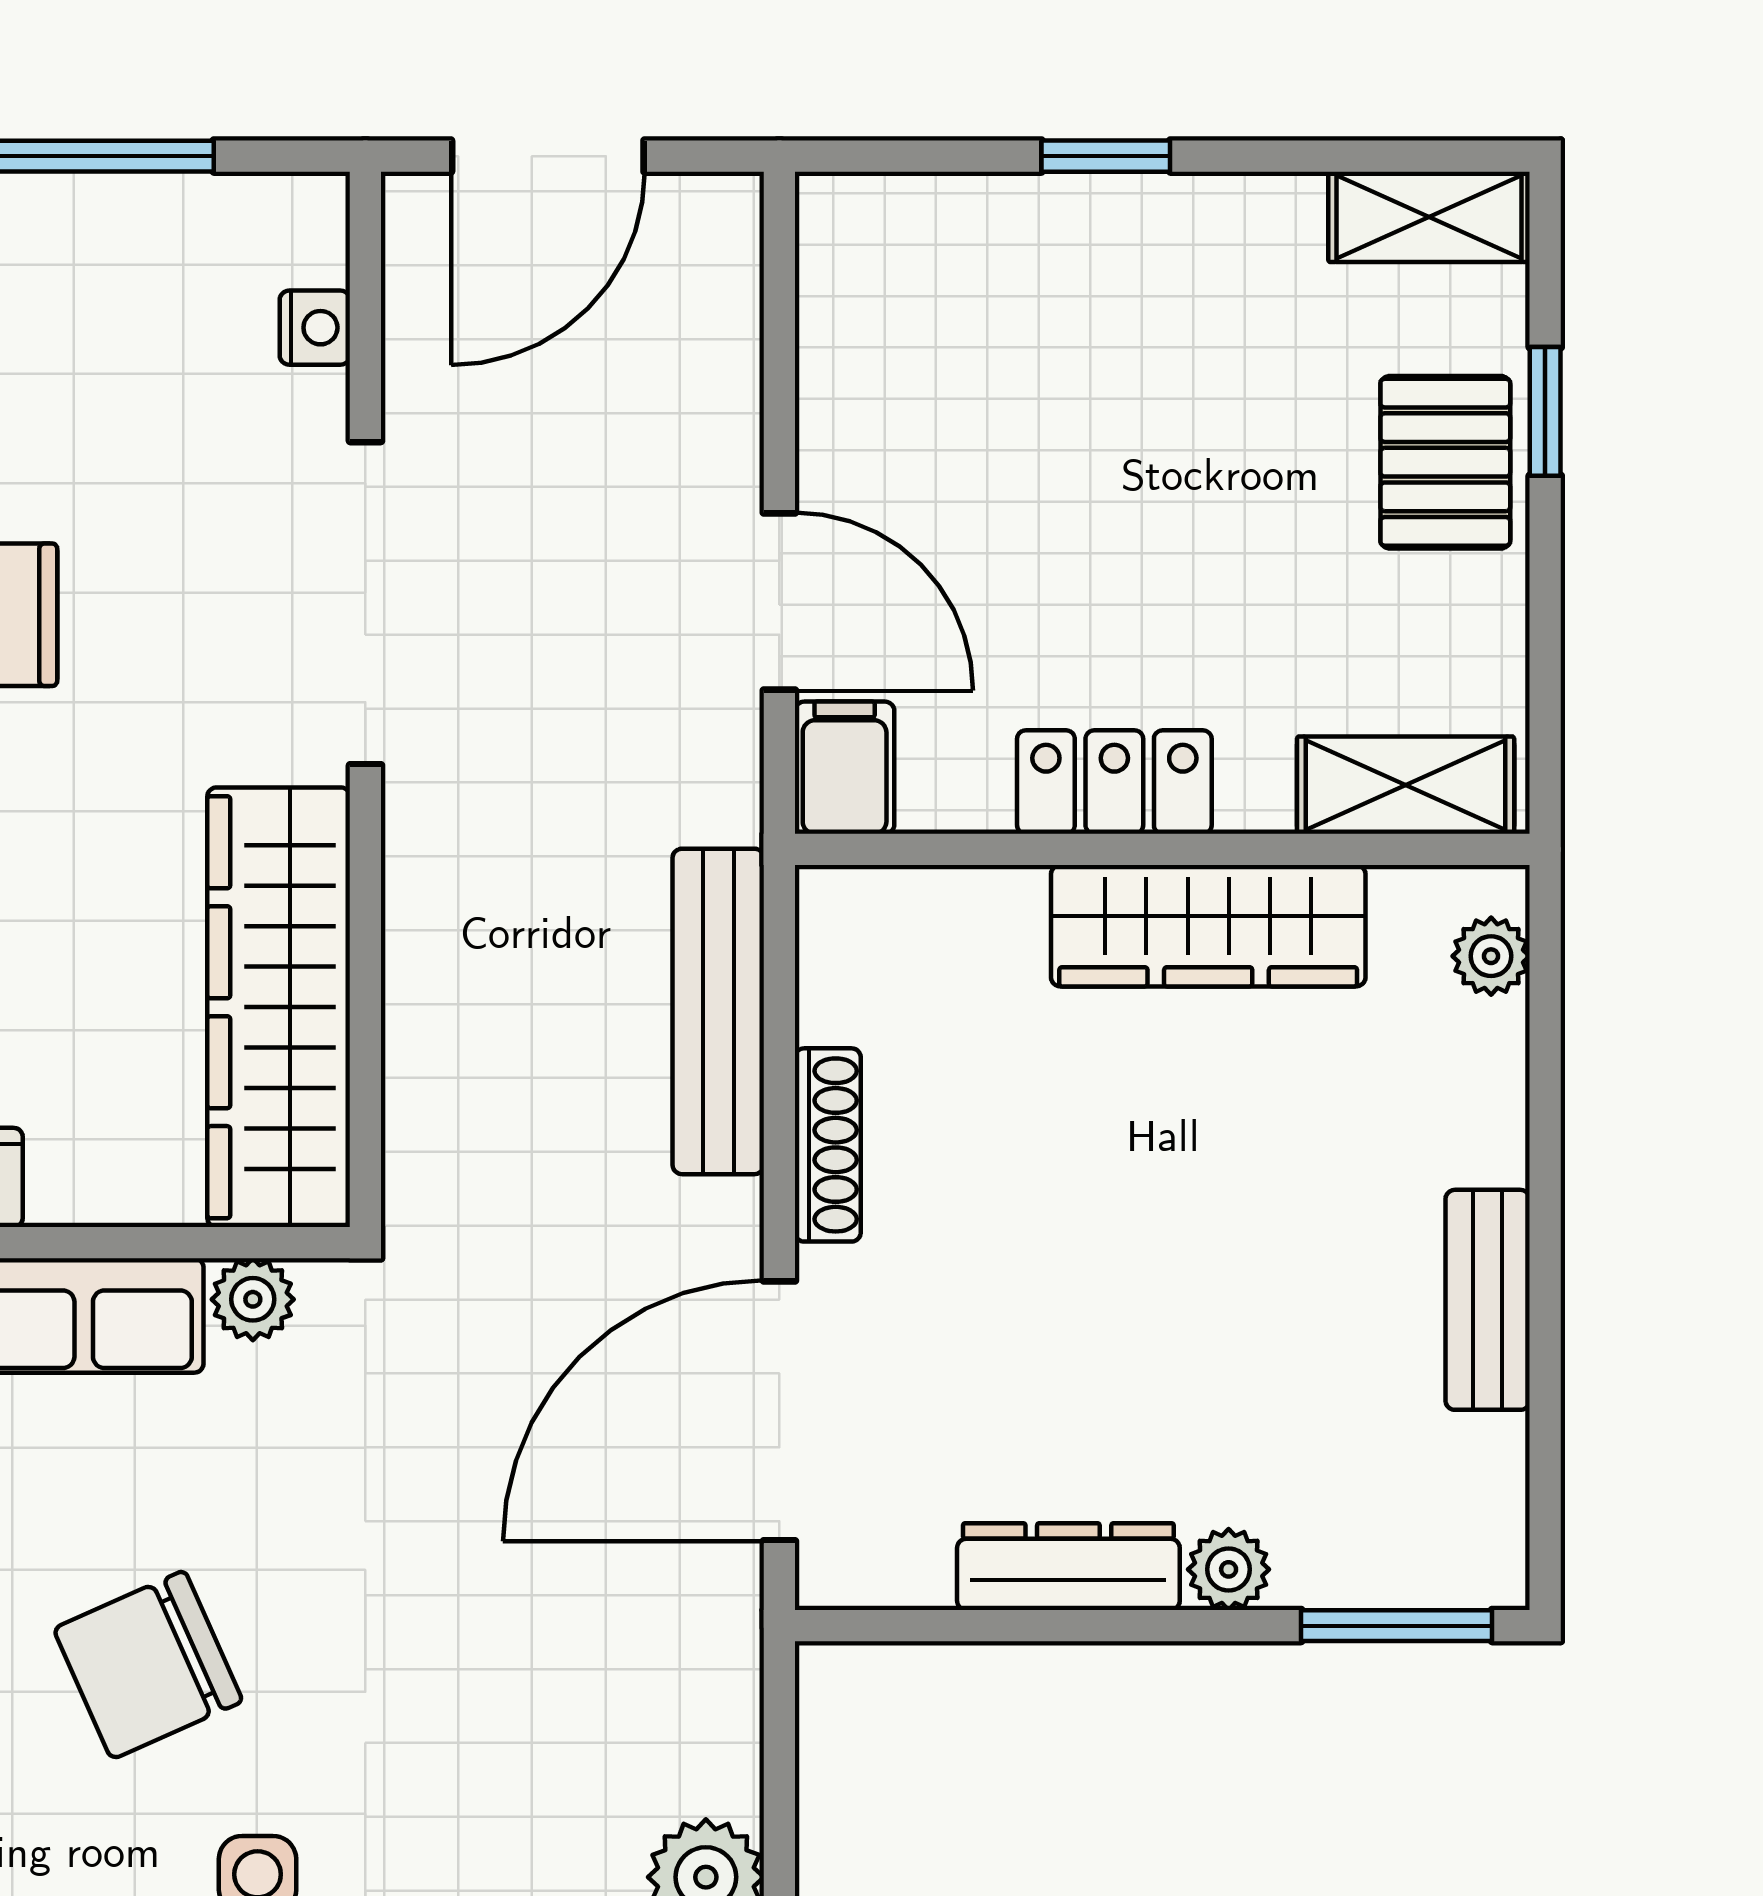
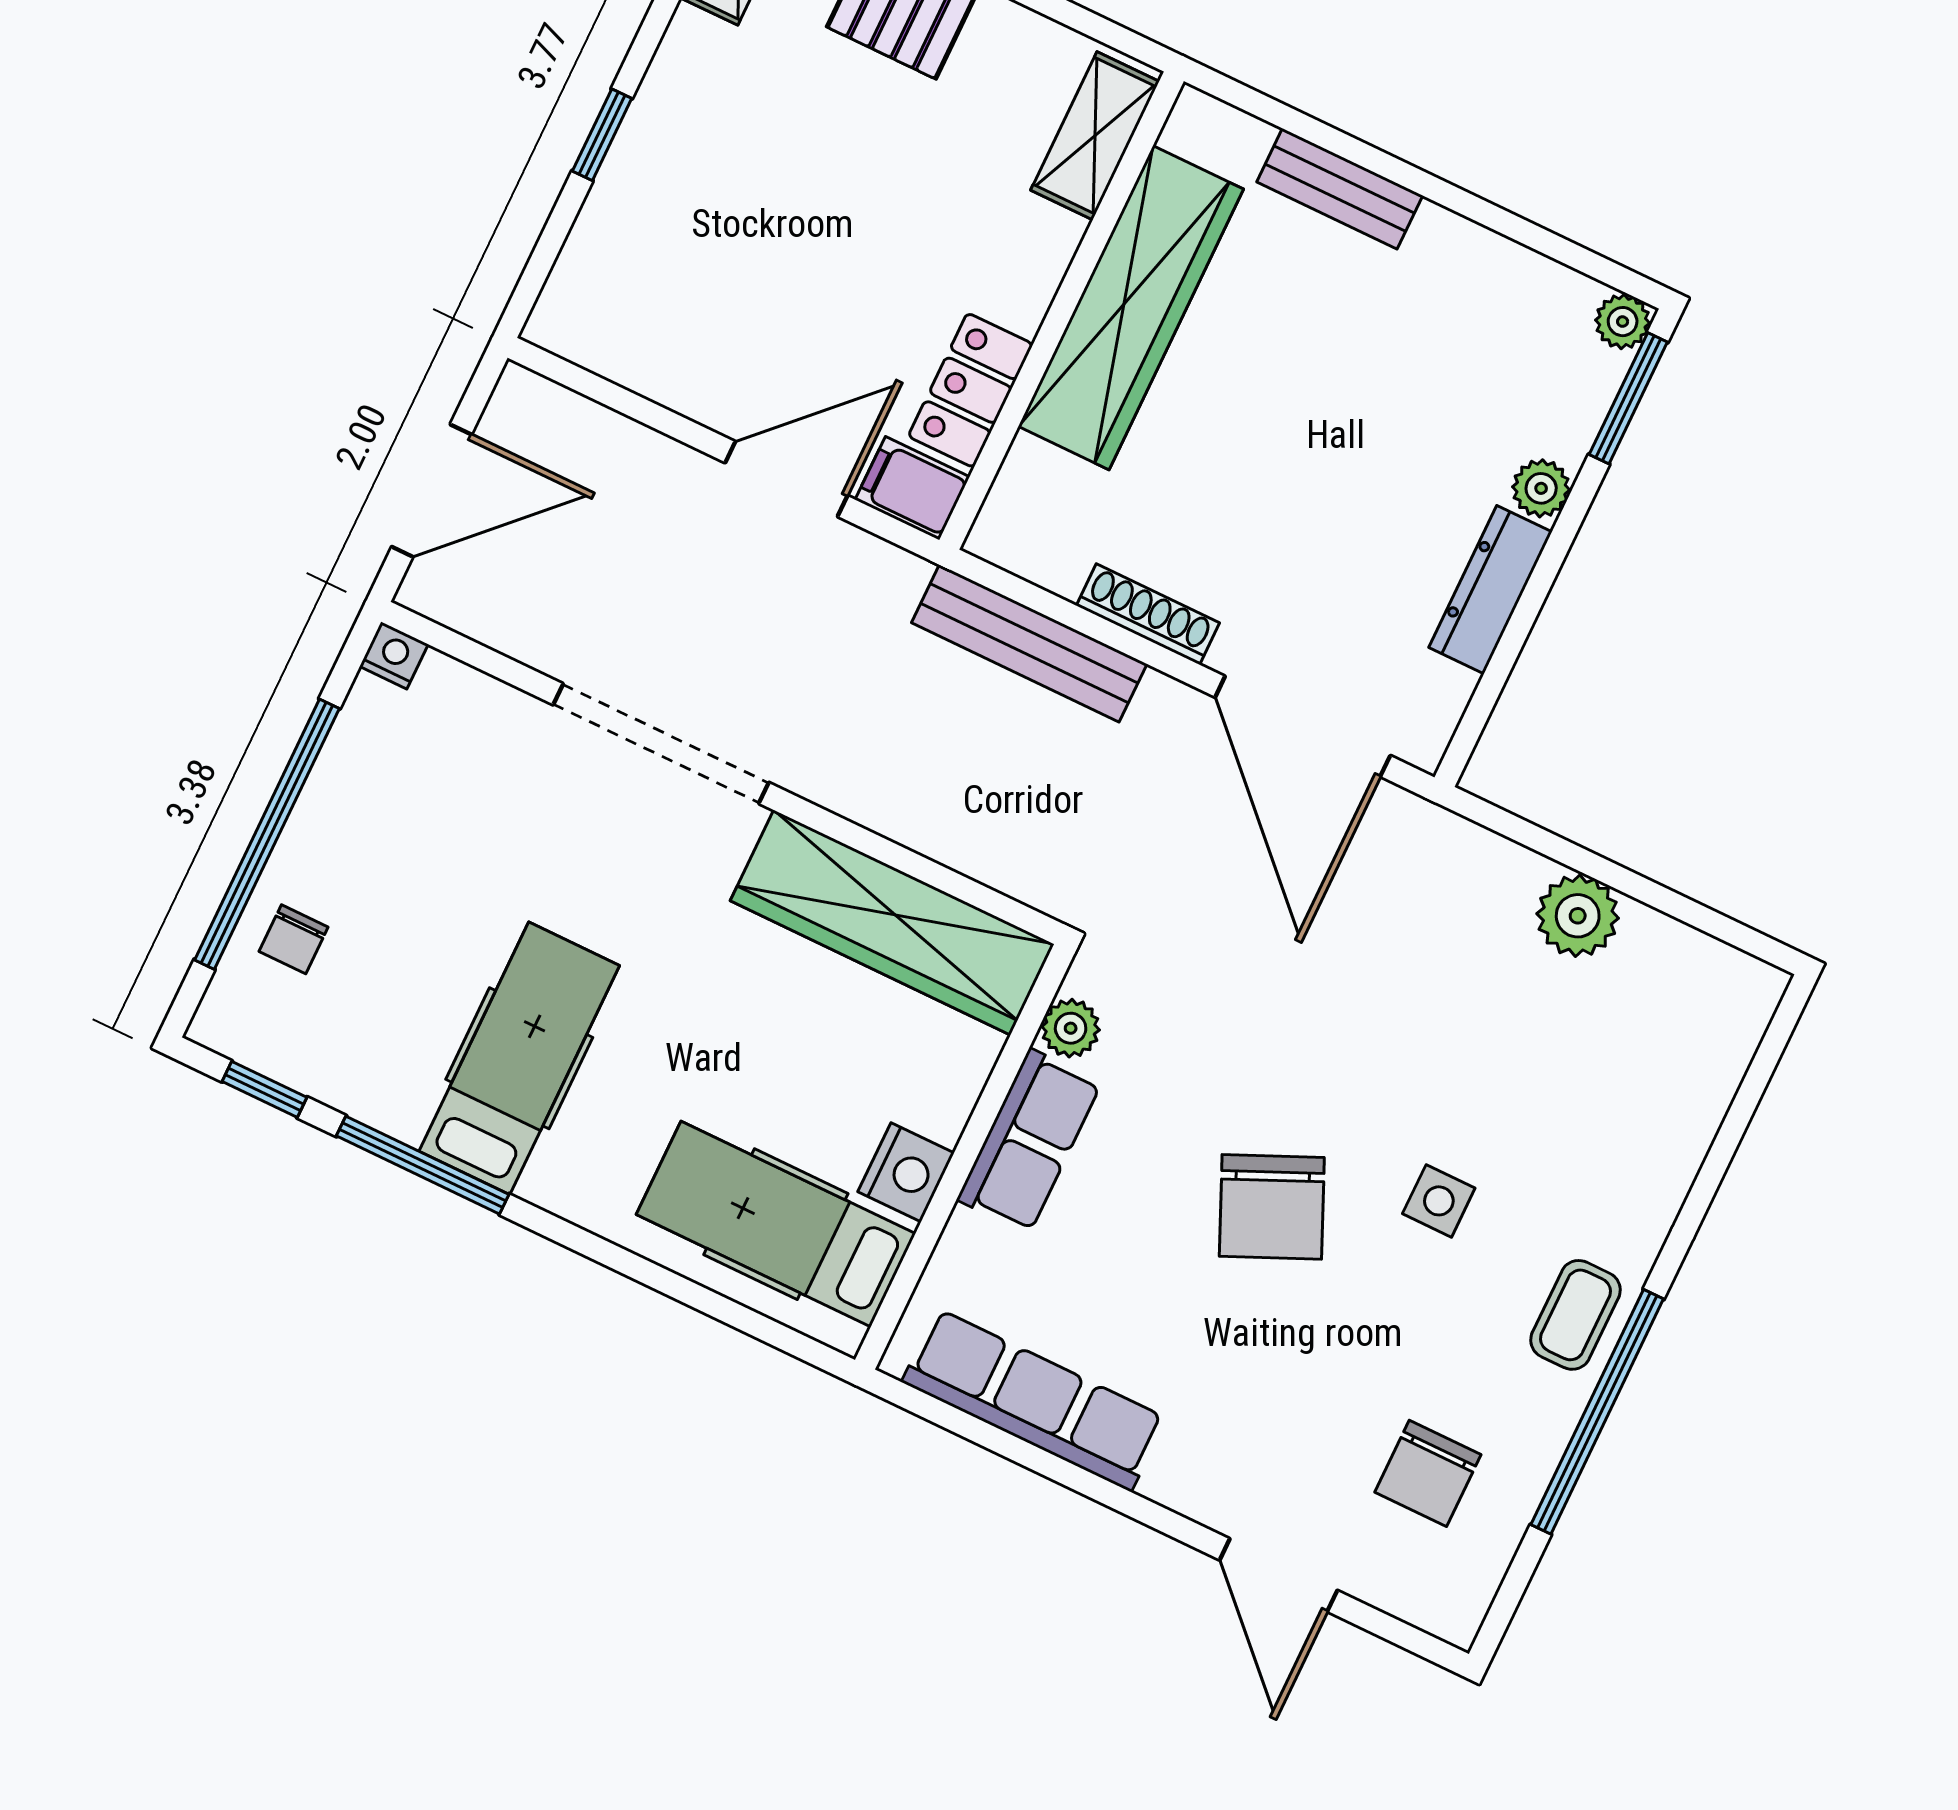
door: (548, 156) -> (432, 491), hinge flipped
nightstand: (315, 328) -> (394, 655), moved
locker: (1114, 782) -> (971, 390), moved
wardrobe: (1208, 926) -> (1131, 308), width x1.40, depth x1.17
plant: (1491, 956) -> (1623, 322), moved
bench: (1488, 1300) -> (1340, 189), moved

